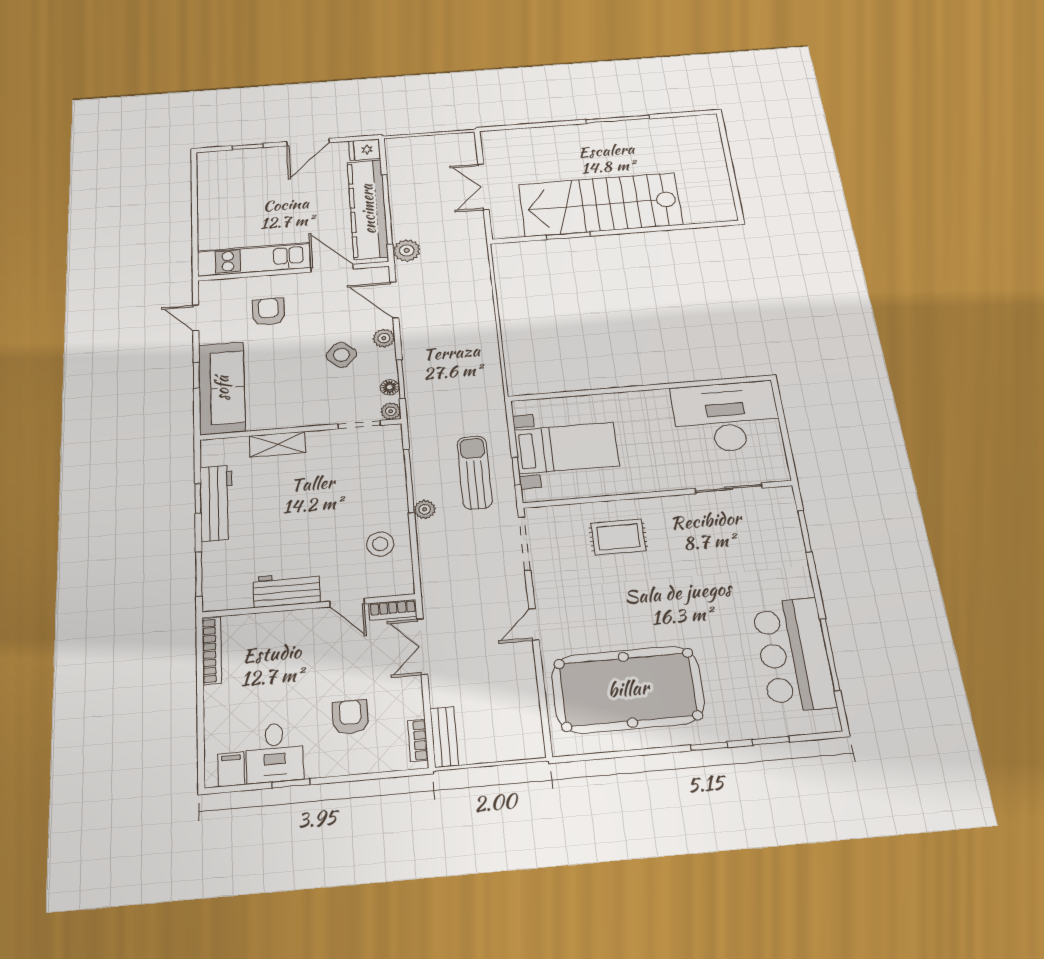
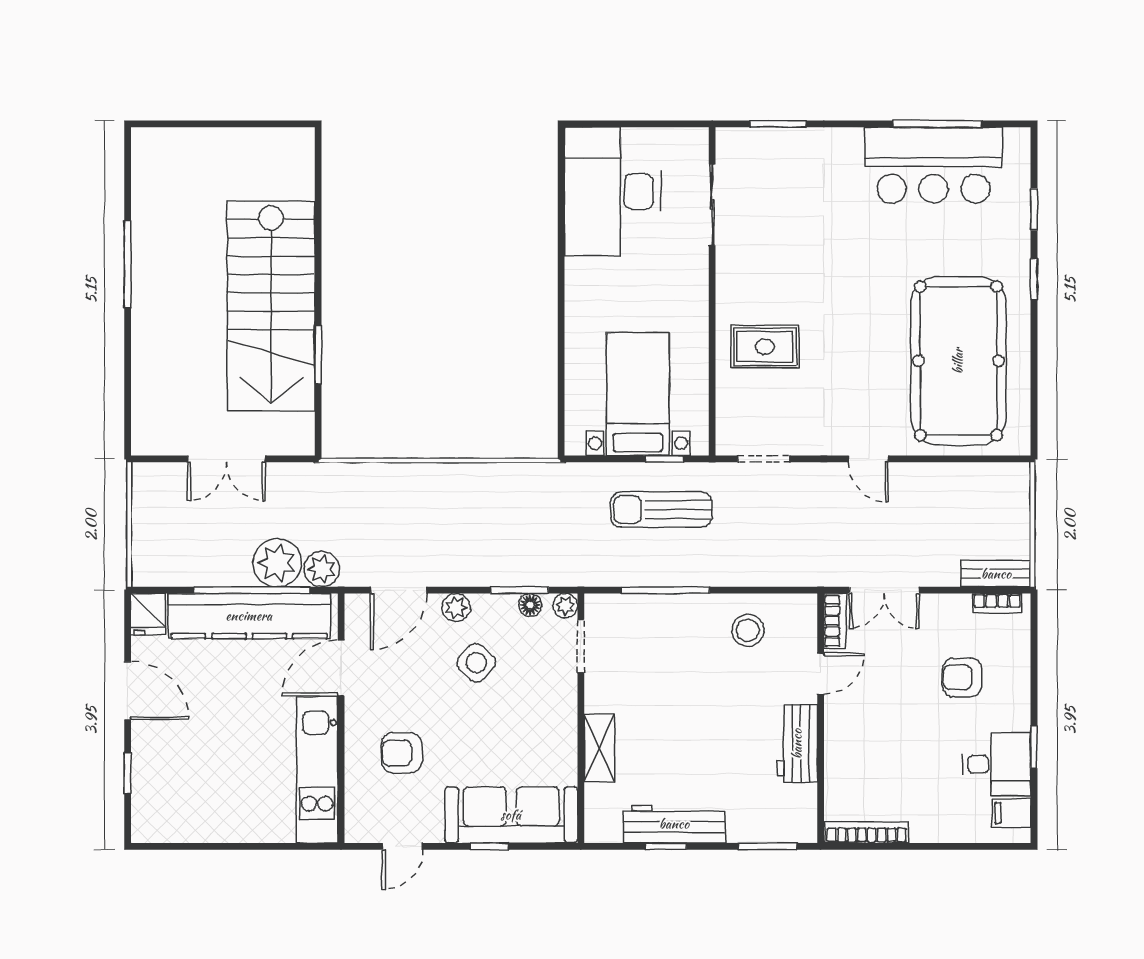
plant: (425, 509) -> (277, 563), moved, width x1.88, depth x1.88
rug: (618, 537) -> (765, 347), turned 90
doorway: (525, 544) -> (763, 459), width x0.73

